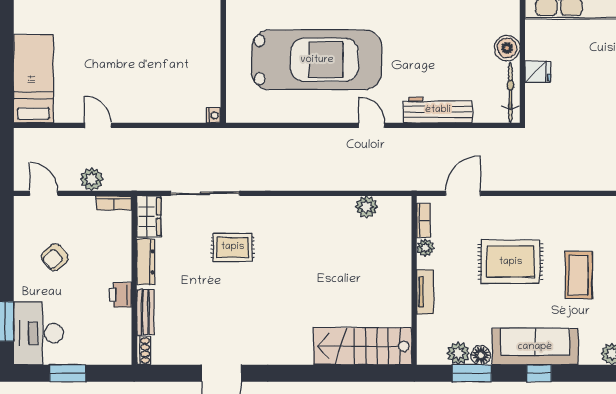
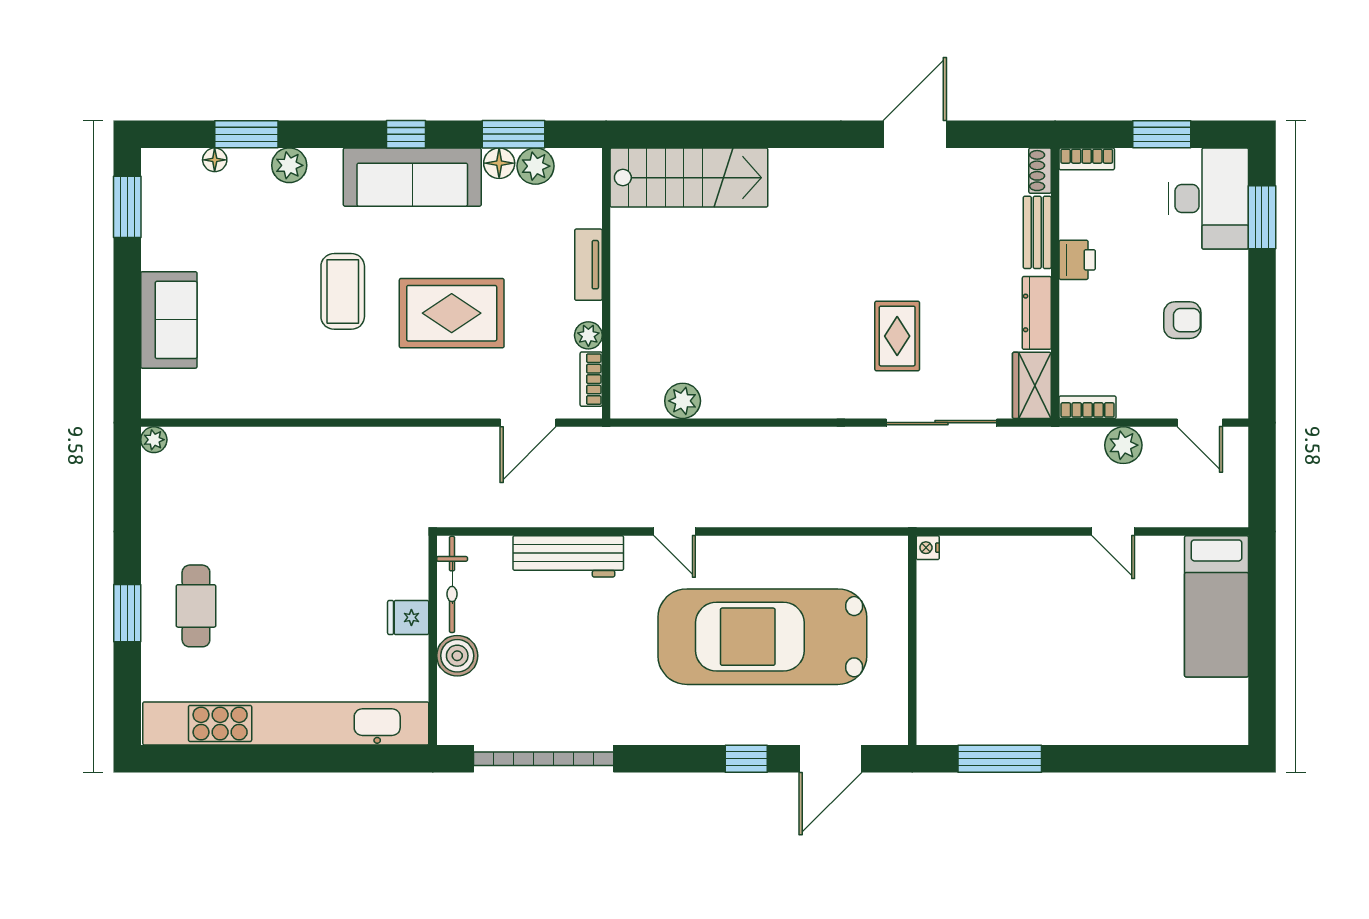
rug: (233, 247) -> (897, 336), turned 90
armchair: (55, 257) -> (1182, 320), turned 41
bookcase: (114, 358) -> (1087, 159), added

